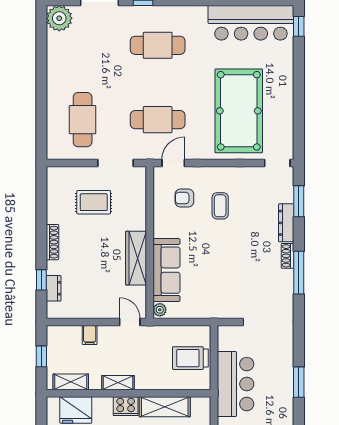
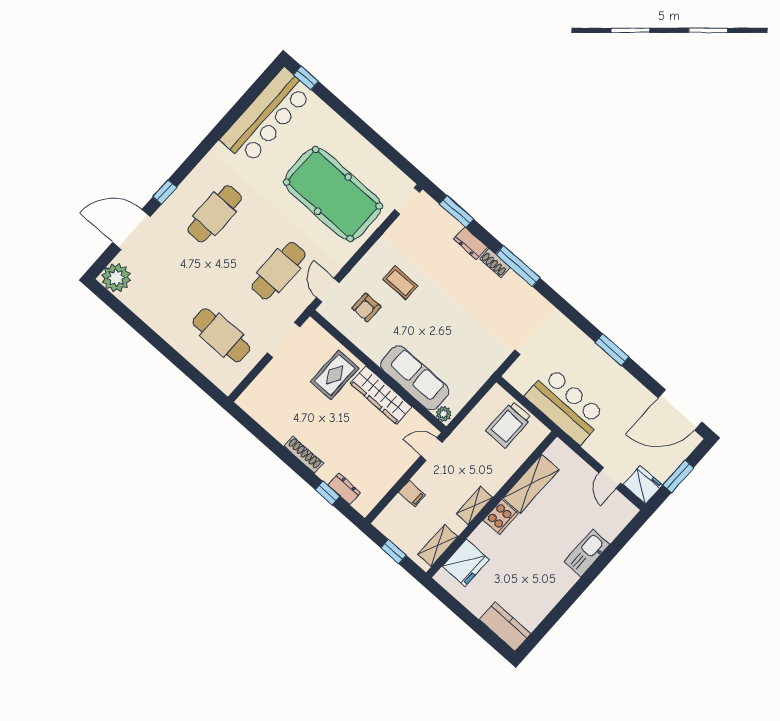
rug: (94, 202) -> (335, 375), moved
dresser: (286, 223) -> (470, 243), width x0.70

